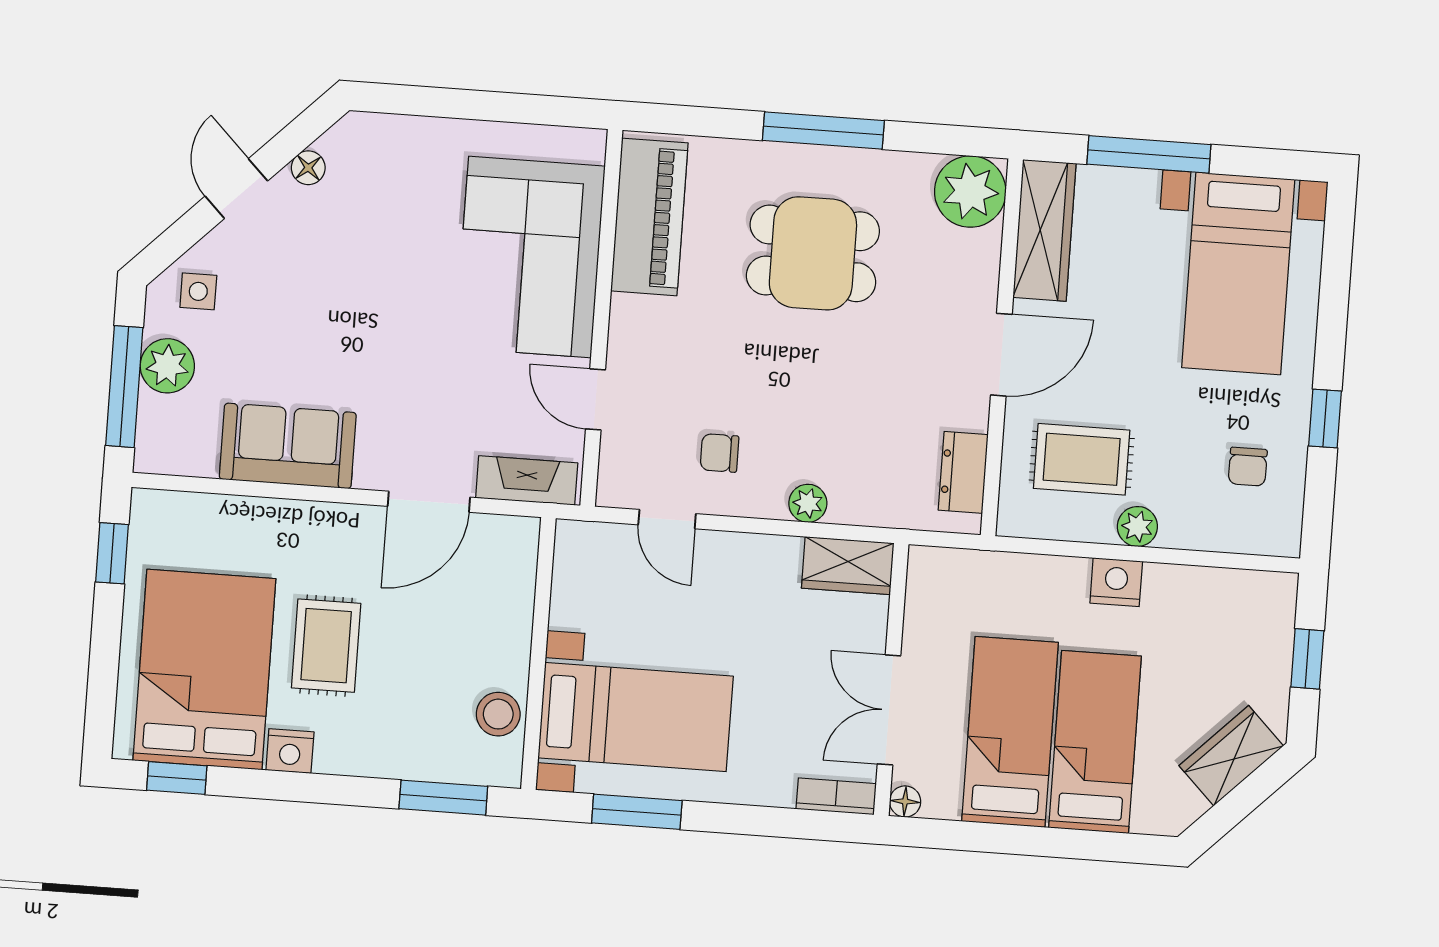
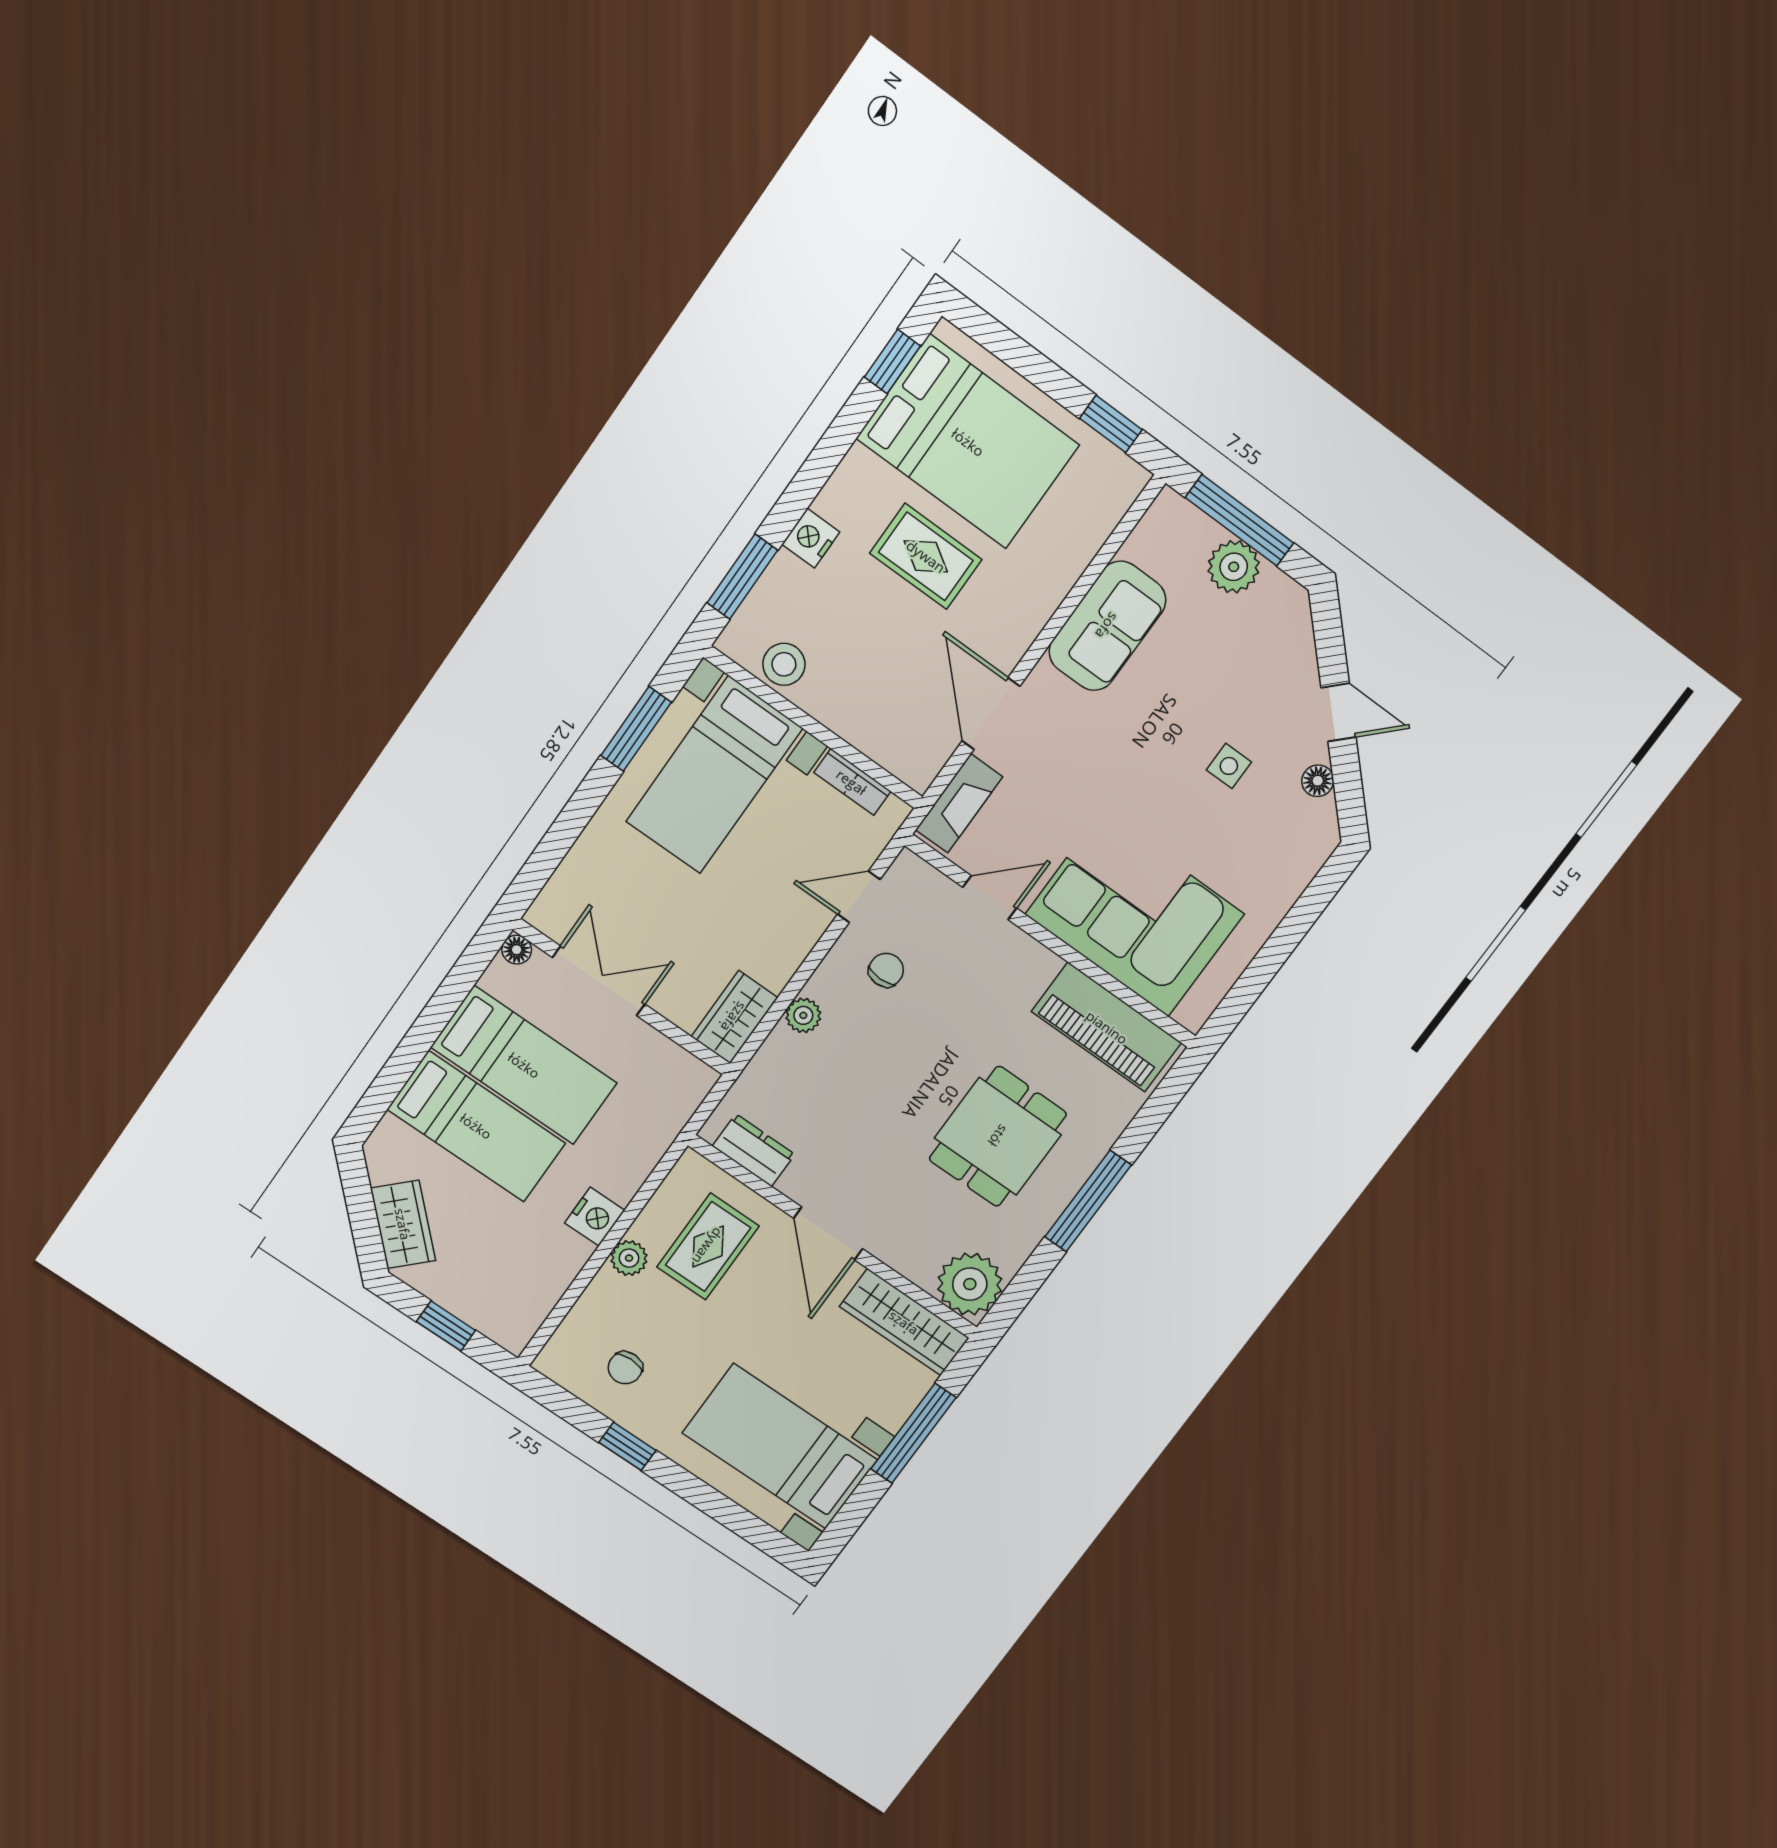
side table: (198, 291) -> (1229, 766), moved
chair: (1248, 467) -> (625, 1368), turned -90
nightstand: (290, 751) -> (811, 538), moved
bookcase: (836, 796) -> (852, 782), moved, turned 90

